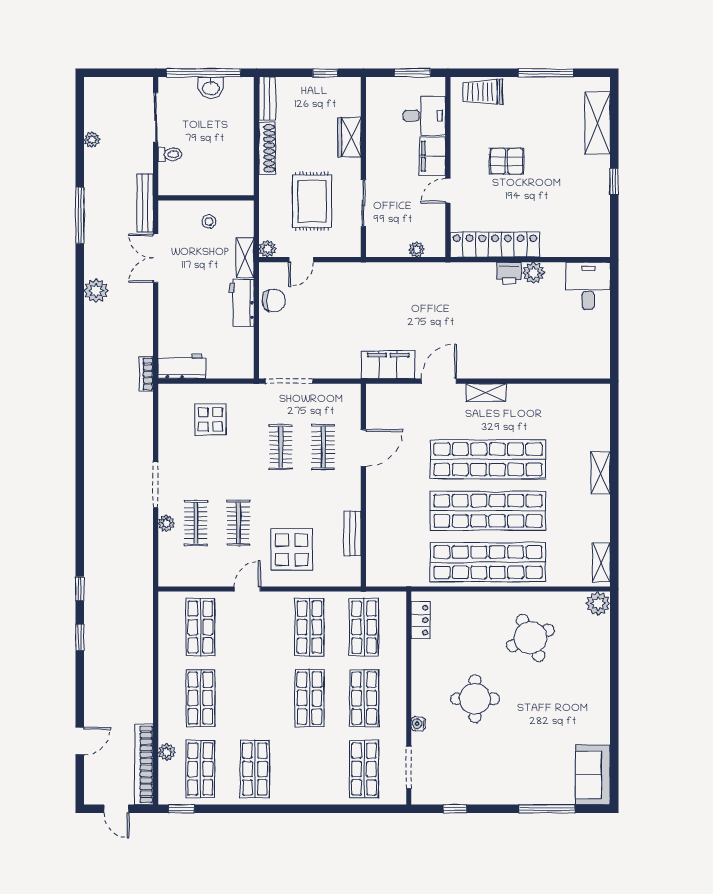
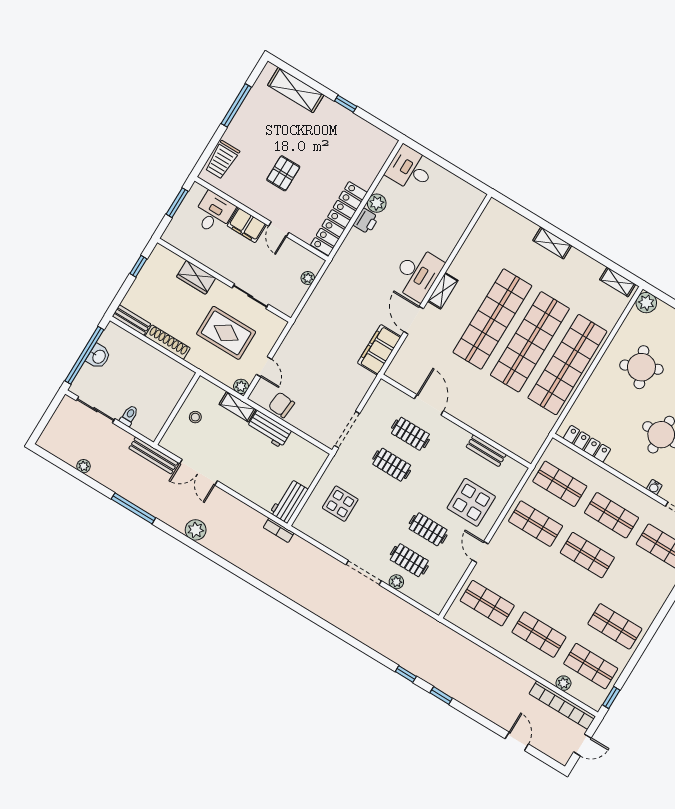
chair: (274, 300) -> (281, 405), turned -85
desk: (488, 357) -> (417, 274), added
locker: (421, 620) -> (587, 444), width x1.53

